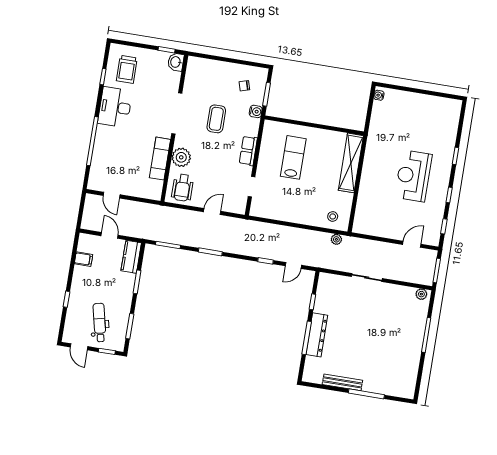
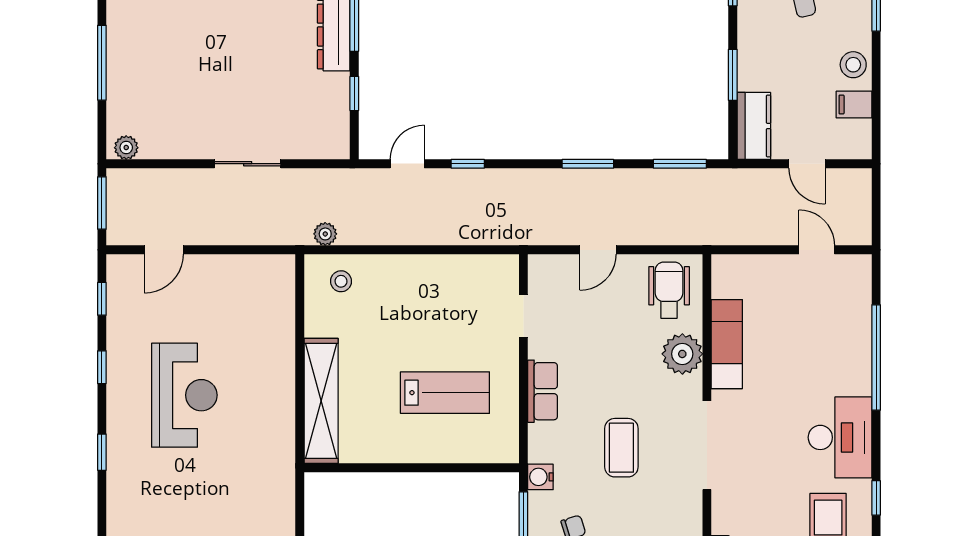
lab bench: (293, 157) -> (445, 393), turned -90
stool: (81, 277) -> (853, 65), added

